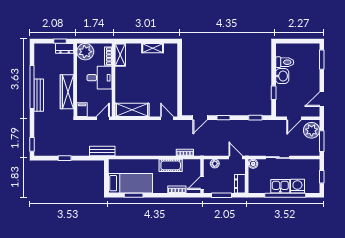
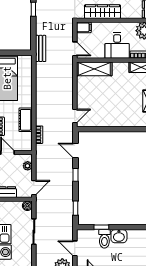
toilet: (285, 62) -> (104, 239), moved
shelving: (132, 110) -> (94, 69), moved, turned 90

